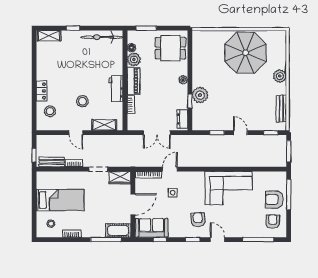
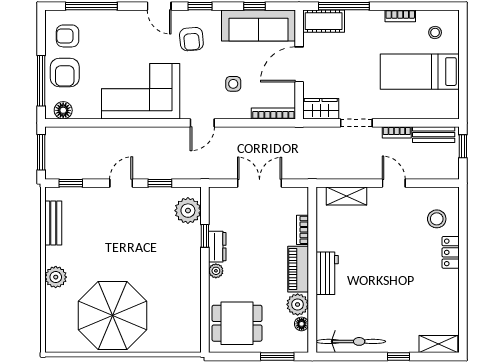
workbench: (116, 89) -> (327, 273), moved
plant: (200, 95) -> (188, 211), moved
stool: (83, 101) -> (383, 235), removed
dresser: (182, 119) -> (217, 247), moved
door: (240, 133) -> (121, 183), swing flipped
door: (170, 169) -> (202, 123), moved
floor lamp: (275, 177) -> (63, 110), added
armchair: (274, 199) -> (65, 72), turned 90
armchair: (273, 222) -> (68, 36), turned 90
sofa: (152, 228) -> (258, 26), width x1.36

